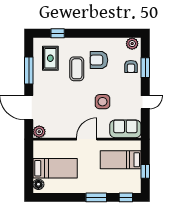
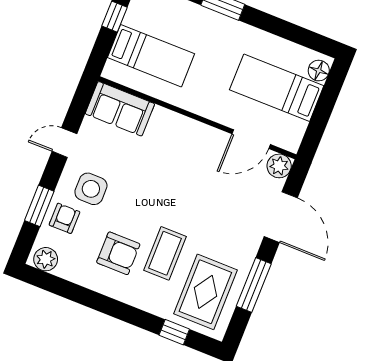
rug: (50, 58) -> (205, 292), width x1.36, depth x1.43
side table: (103, 102) -> (91, 189), moved
door: (87, 139) -> (251, 139), moved

